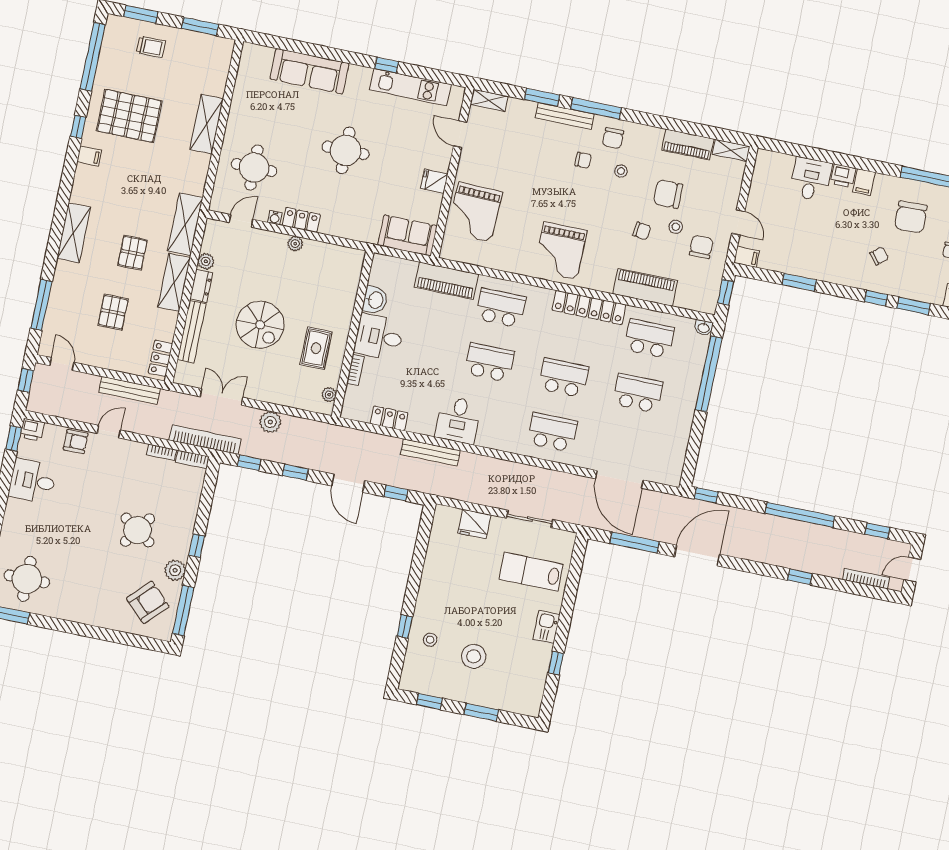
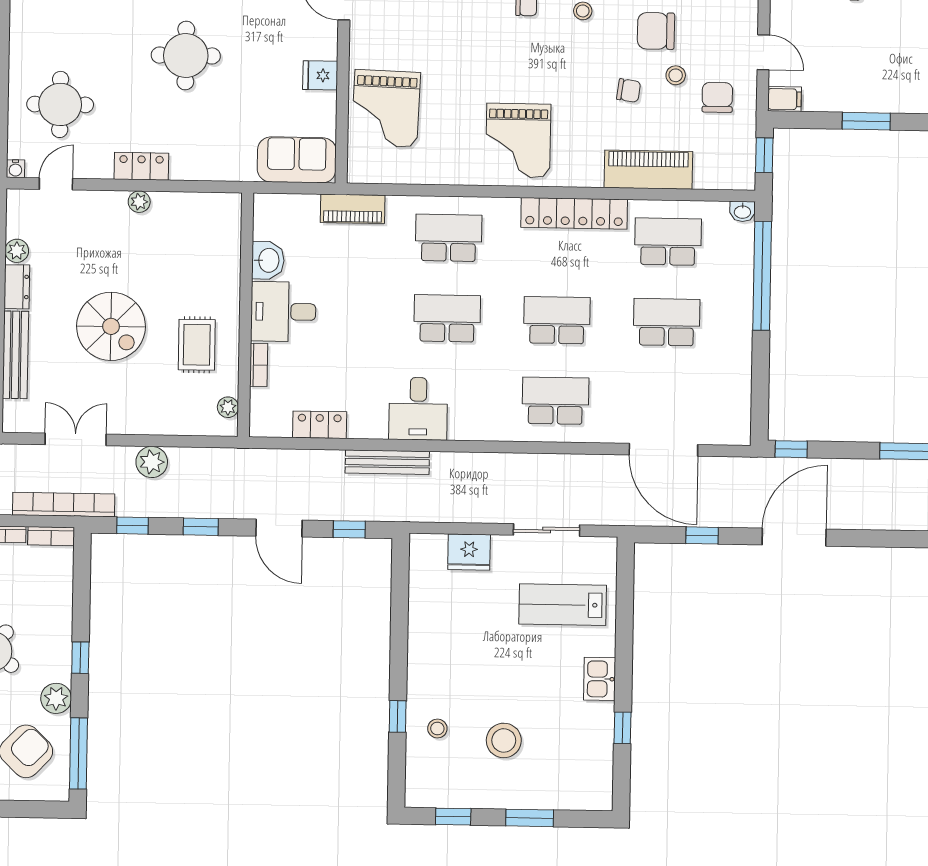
water cooler: (275, 218) -> (15, 169), moved
piano: (447, 281) -> (353, 209), width x0.73, depth x0.75
window: (635, 543) -> (702, 535), width x0.46

